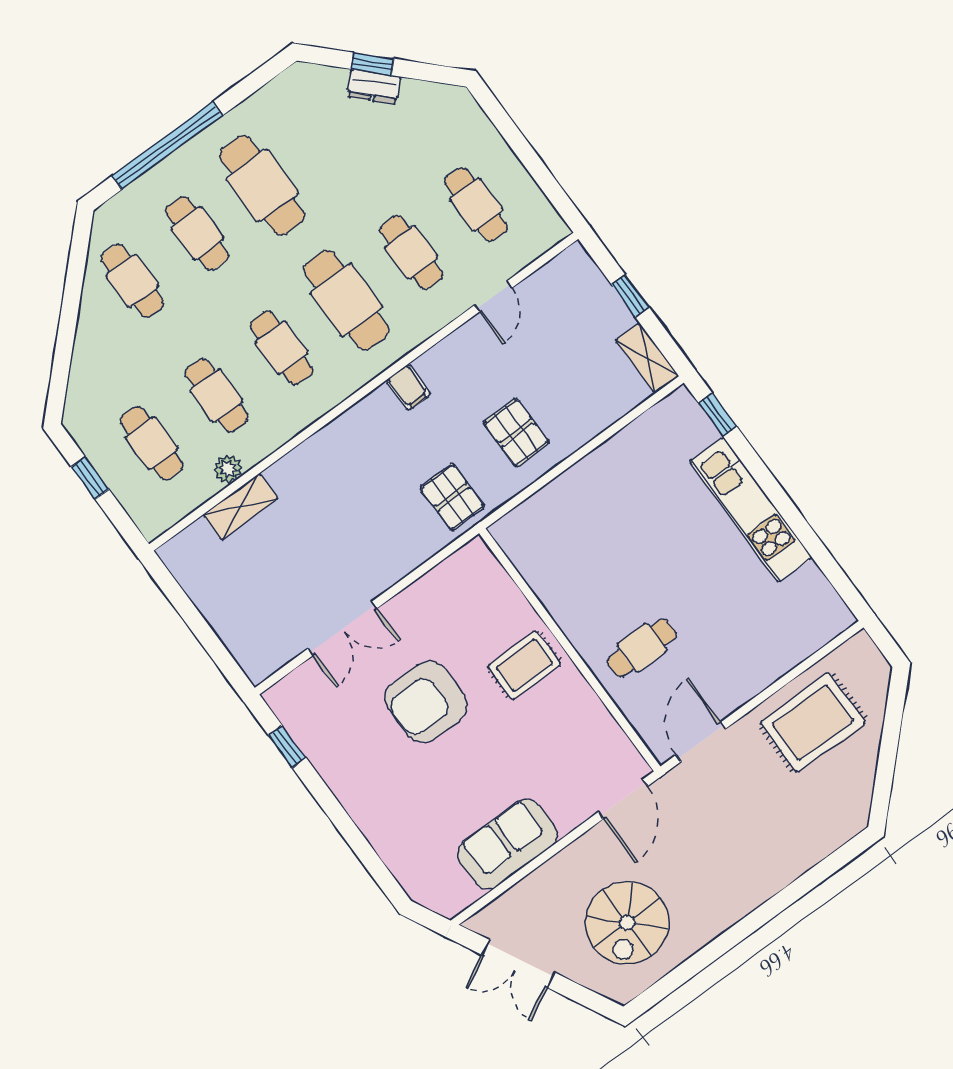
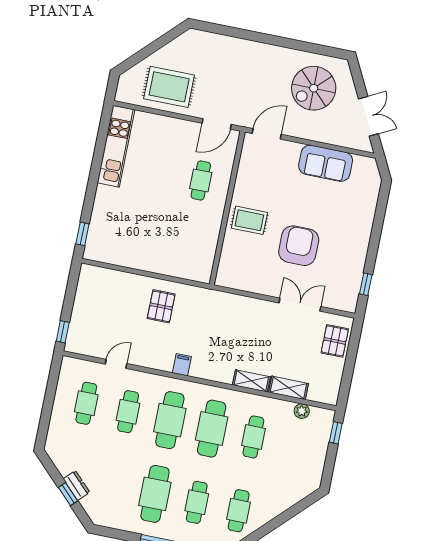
window: (630, 296) -> (63, 332), moved
cafe table: (281, 348) -> (212, 429), width x1.37, depth x1.35
shelving: (647, 358) -> (251, 381), moved, turned 90
cafe table: (152, 443) -> (295, 445), removed
plant: (228, 469) -> (302, 411), moved
window: (90, 478) -> (336, 433), moved
pallet: (452, 497) -> (335, 341), moved
kitchen unit: (751, 510) -> (116, 146), moved
cafe table: (642, 648) -> (201, 180), turned 90
armchair: (426, 702) -> (299, 246), turned -90
spiral stairs: (627, 923) -> (314, 88), turned 180

